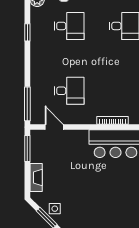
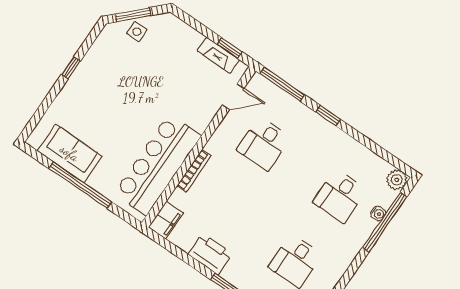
window: (27, 32) -> (328, 116), moved
window: (27, 149) -> (230, 48), width x0.67
fireplace: (36, 178) -> (218, 55), moved

